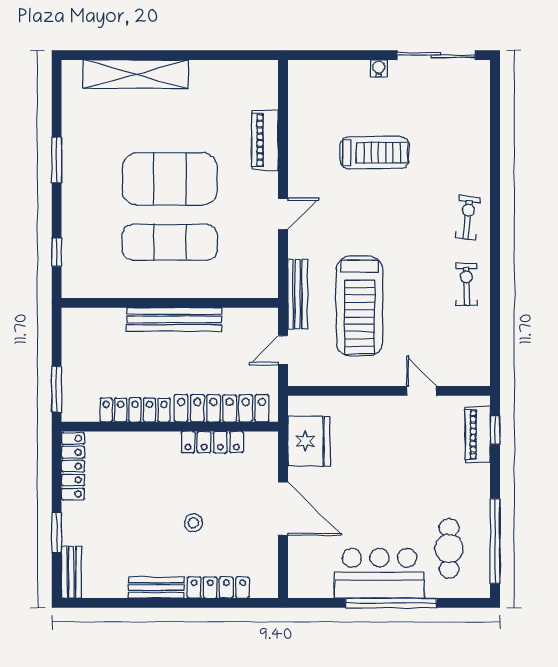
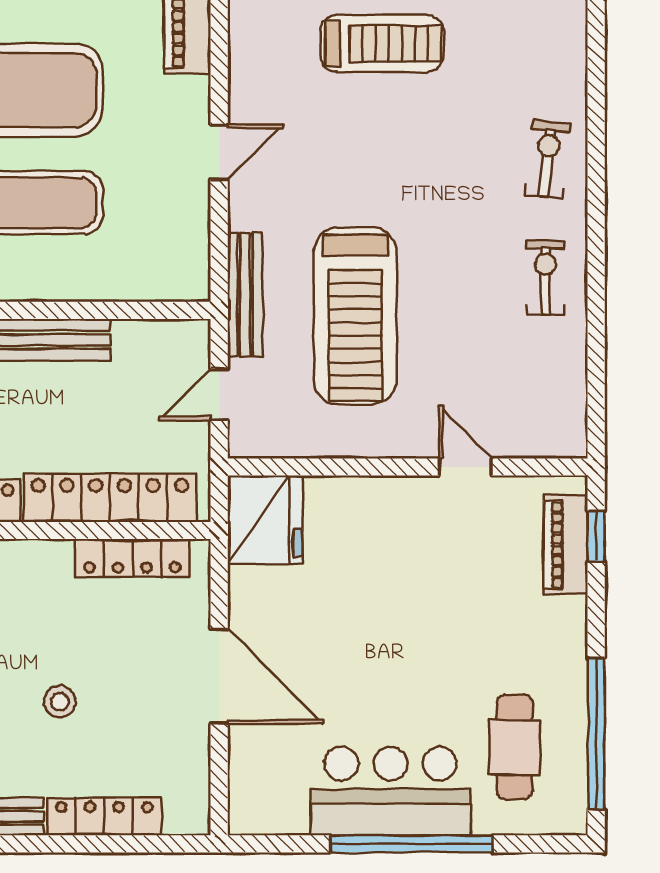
fridge: (309, 441) -> (265, 520), moved
locker: (212, 442) -> (132, 558), moved

